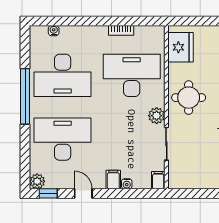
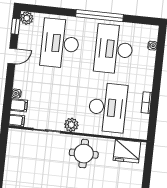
desk: (63, 139) -> (60, 43), turned 180
filing cabinet: (113, 180) -> (19, 105), moved

